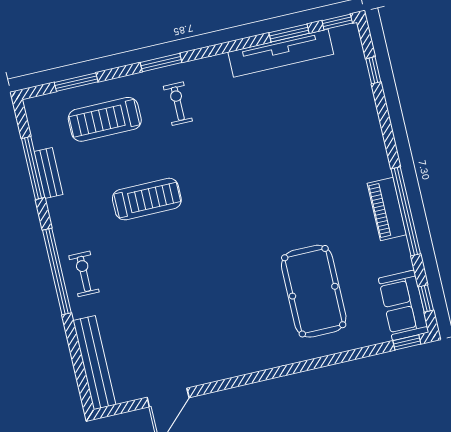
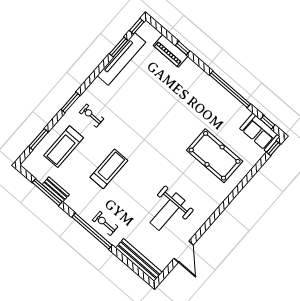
window: (373, 70) -> (183, 48), moved
piano: (387, 209) -> (170, 51), moved
weight bench: (187, 323) -> (167, 212), added

